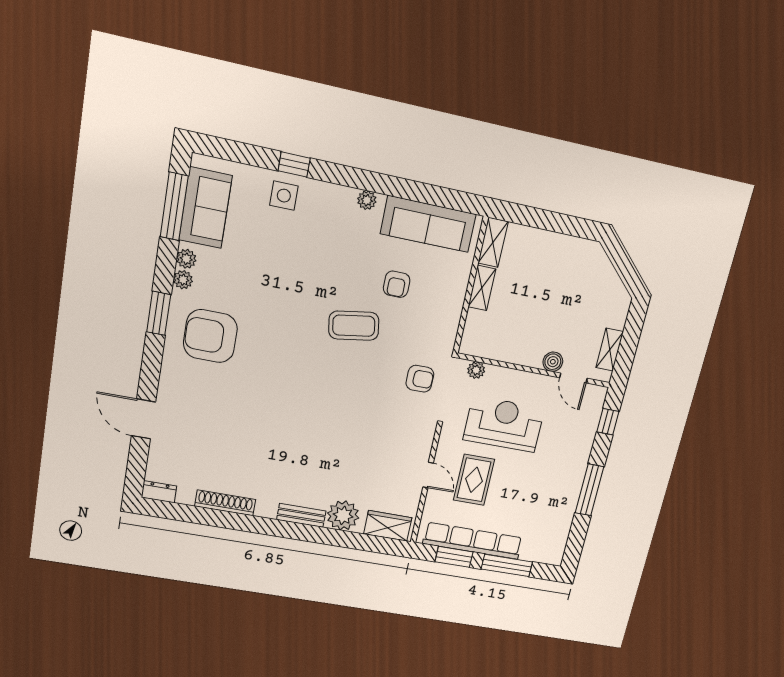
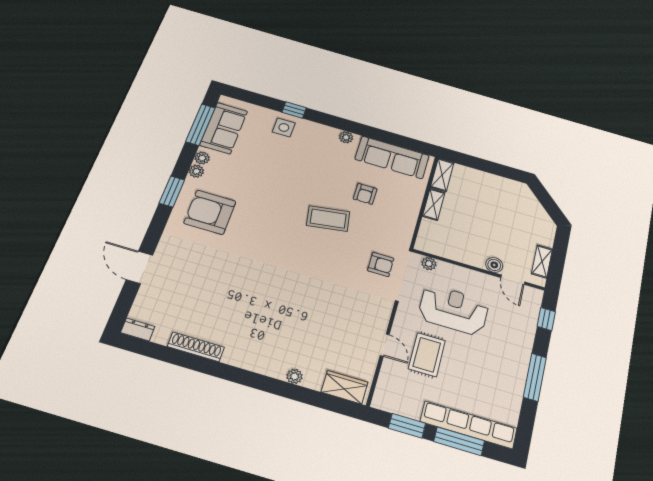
bench: (301, 515) -> (264, 367), removed
plant: (343, 515) -> (294, 376), width x0.53, depth x0.53
row of seats: (473, 541) -> (469, 425), moved

